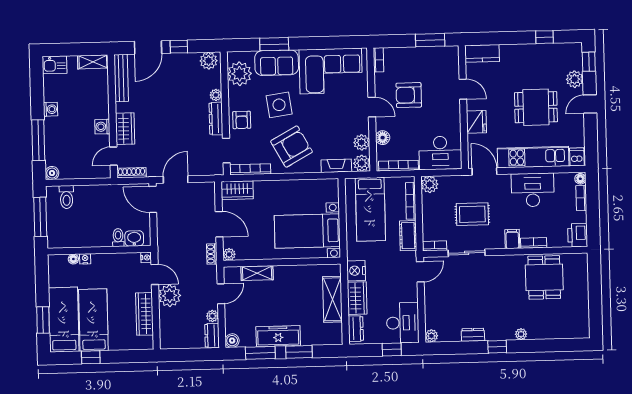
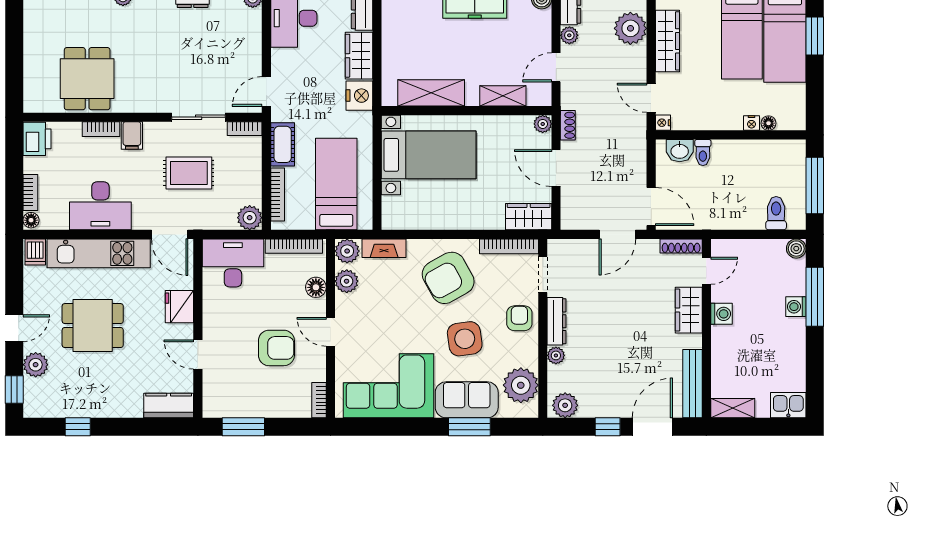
washing machine: (50, 109) -> (796, 307), moved
plant: (170, 296) -> (630, 28), moved
shelving: (332, 299) -> (431, 93), moved, turned 90

